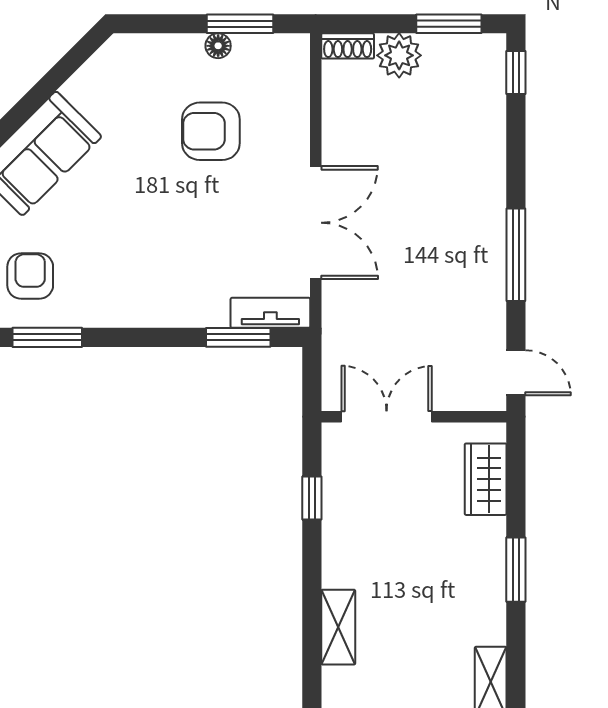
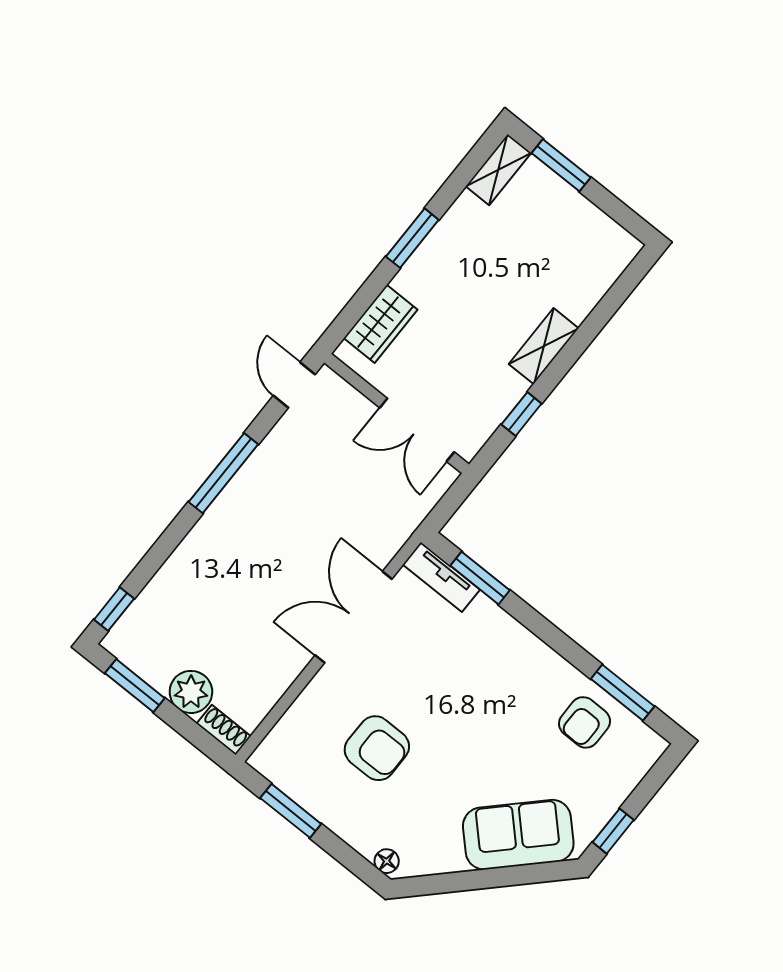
floor lamp: (218, 46) -> (387, 861), moved
armchair: (30, 276) -> (584, 722), moved
shelving: (338, 627) -> (544, 346), moved

